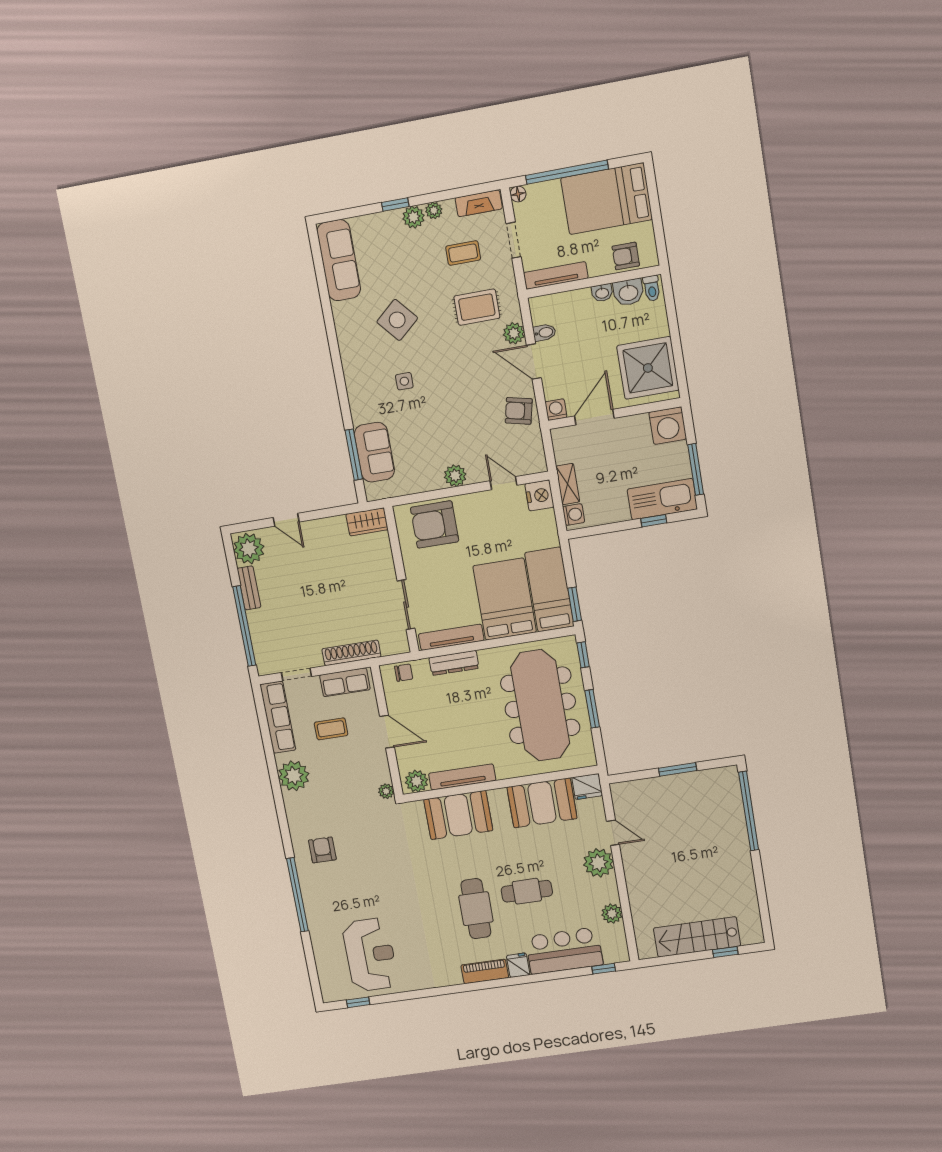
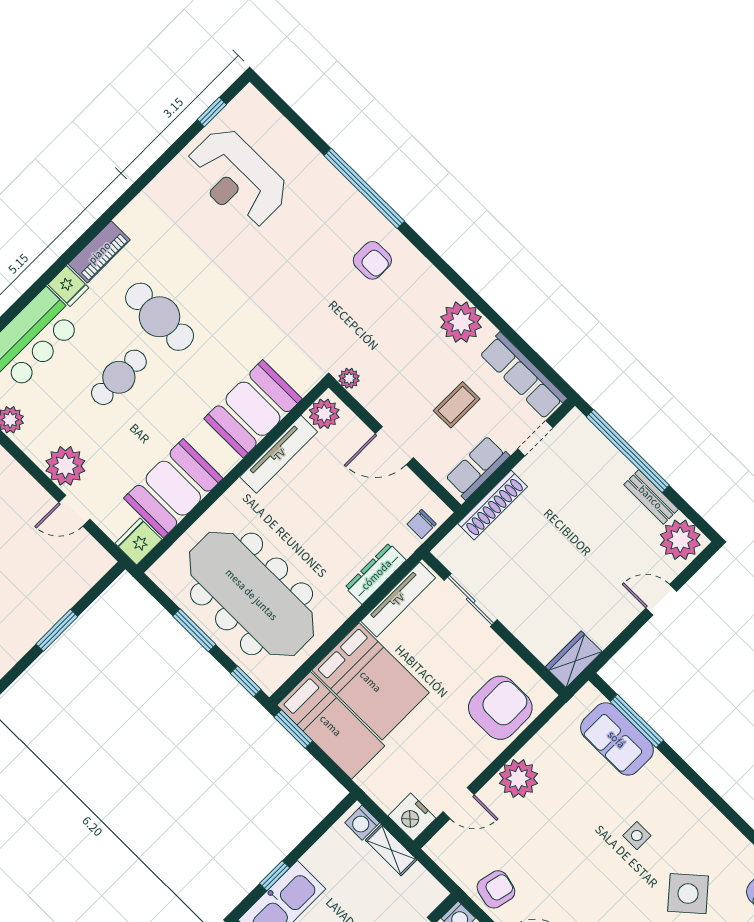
plant: (455, 476) -> (518, 779), width x1.36, depth x1.36

